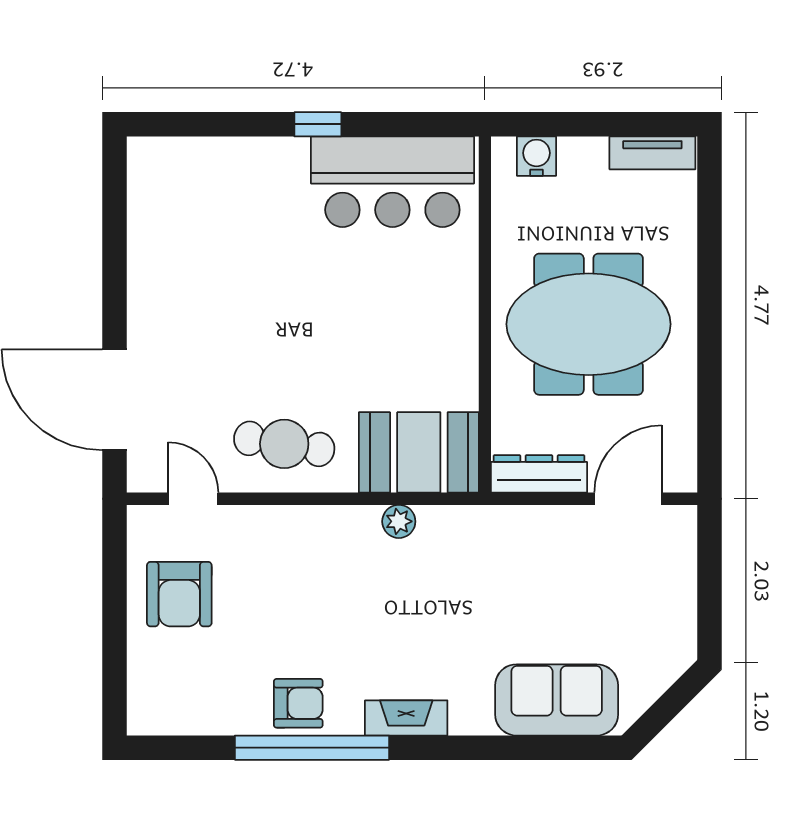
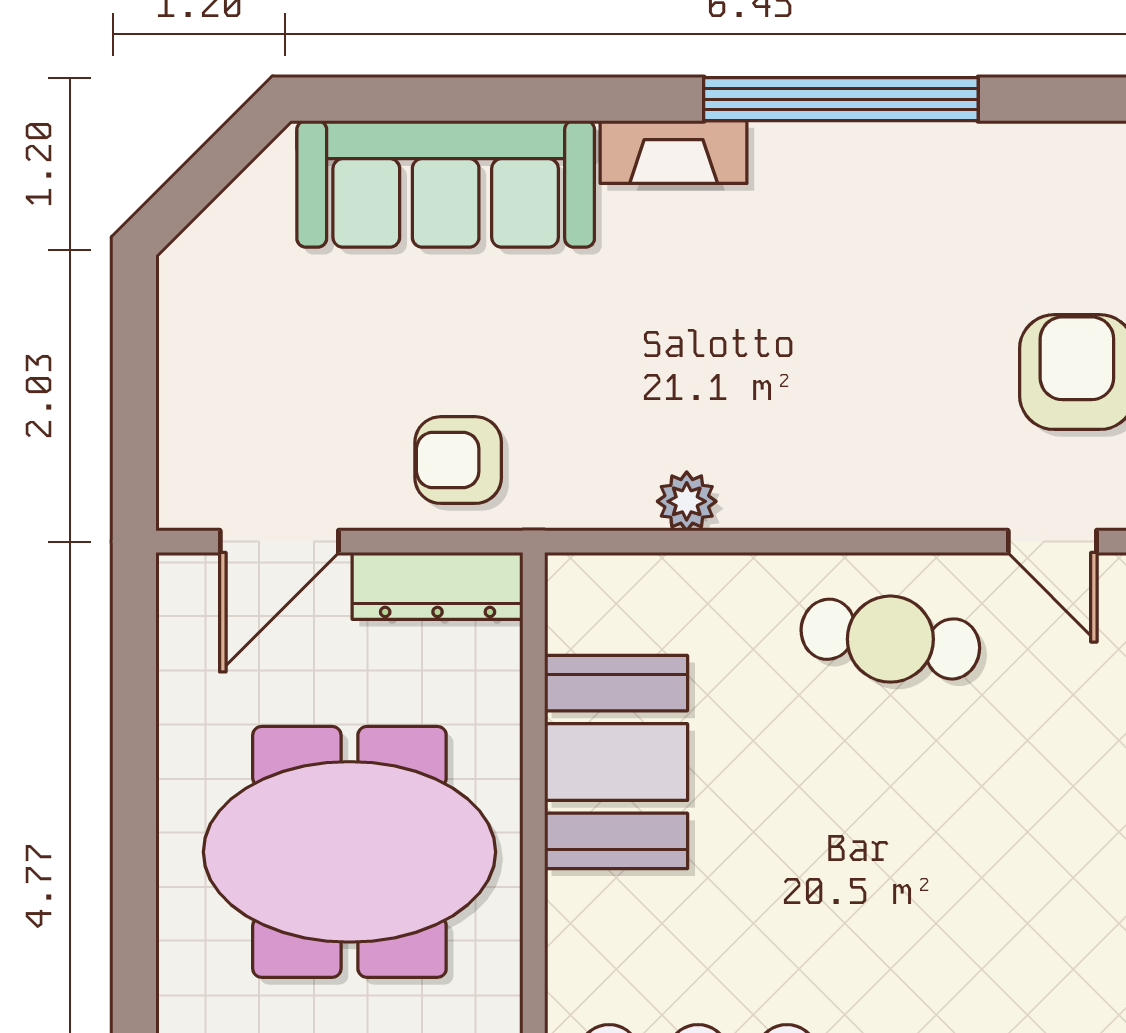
booth: (419, 452) -> (616, 762), moved, turned 90
sofa: (557, 700) -> (446, 184), width x1.36
armchair: (298, 703) -> (458, 460), moved

